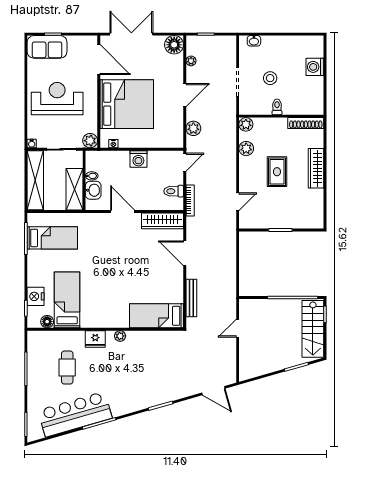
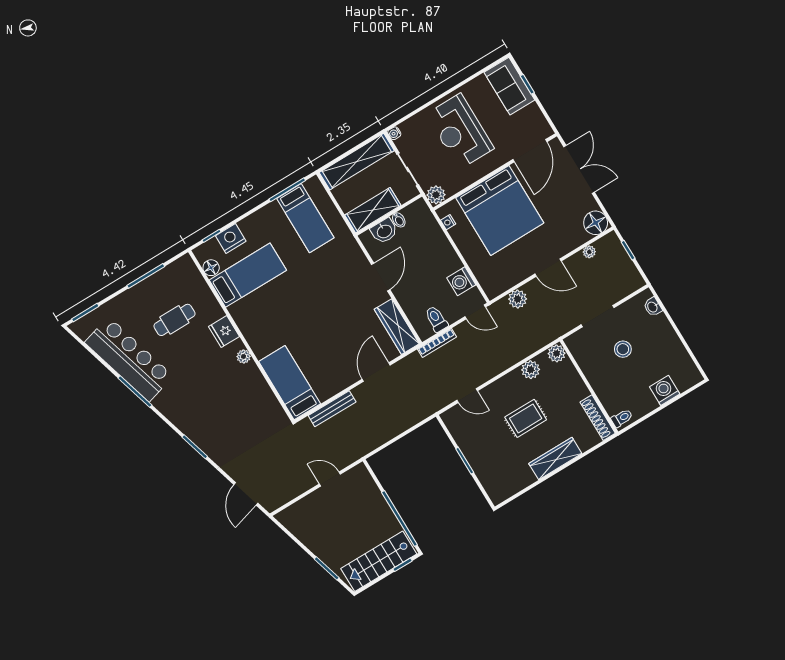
reception desk: (57, 99) -> (460, 131), turned 180
toilet: (277, 107) -> (622, 418), moved
washing machine: (138, 159) -> (461, 281), moved

